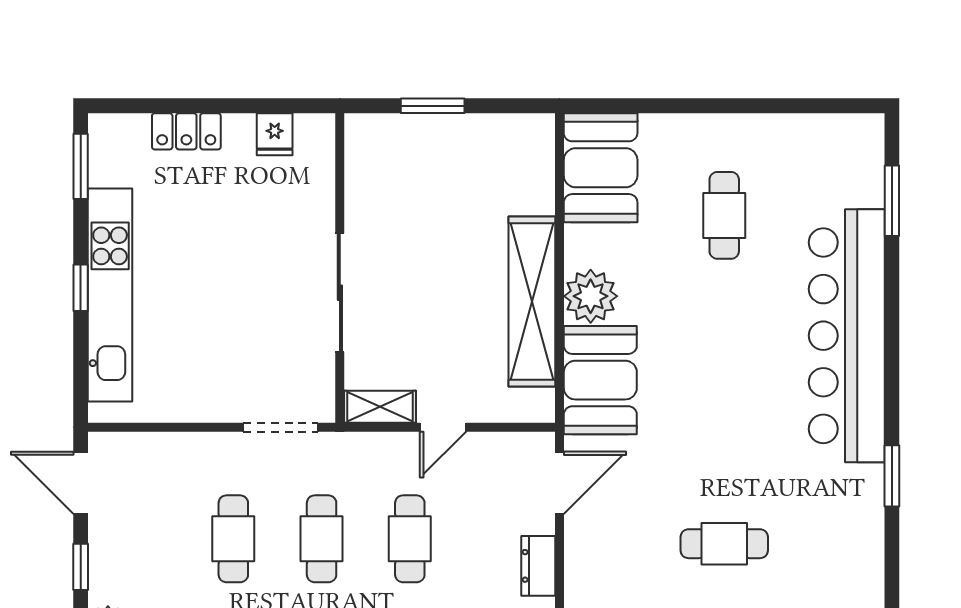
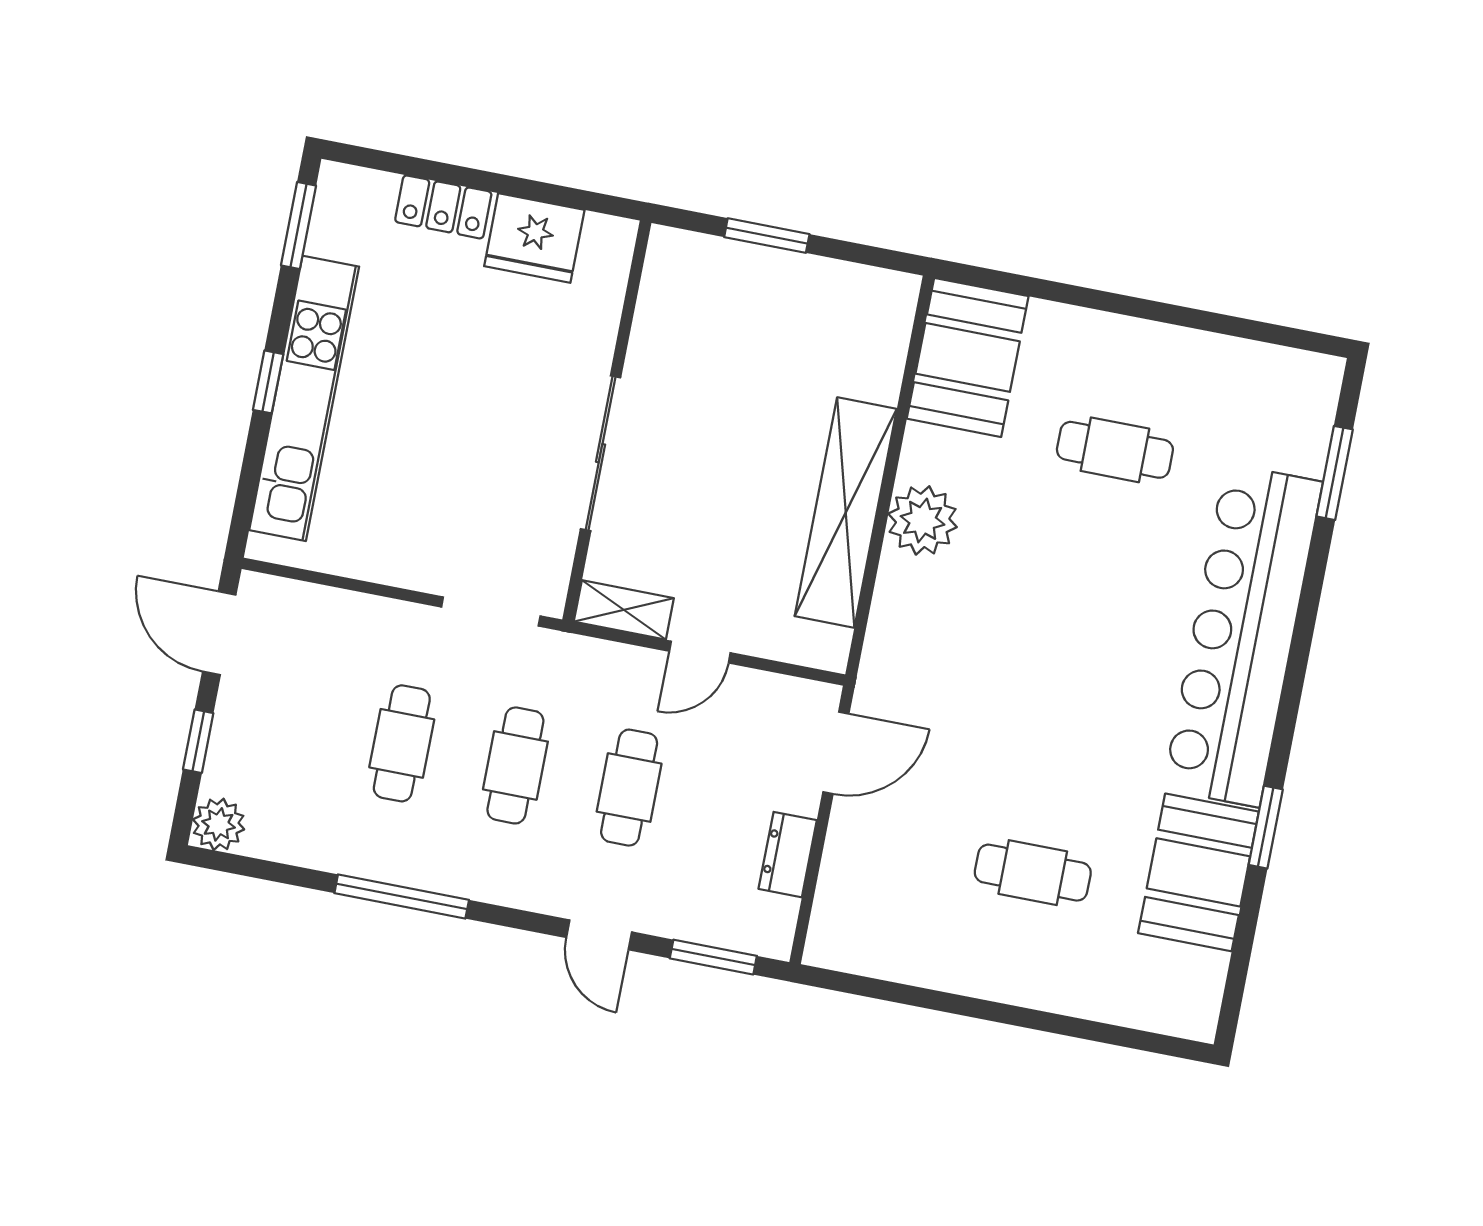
fridge: (275, 134) -> (534, 238), width x1.88, depth x1.34
cafe table: (724, 215) -> (1115, 450), turned 90
booth: (600, 380) -> (1198, 872), moved

